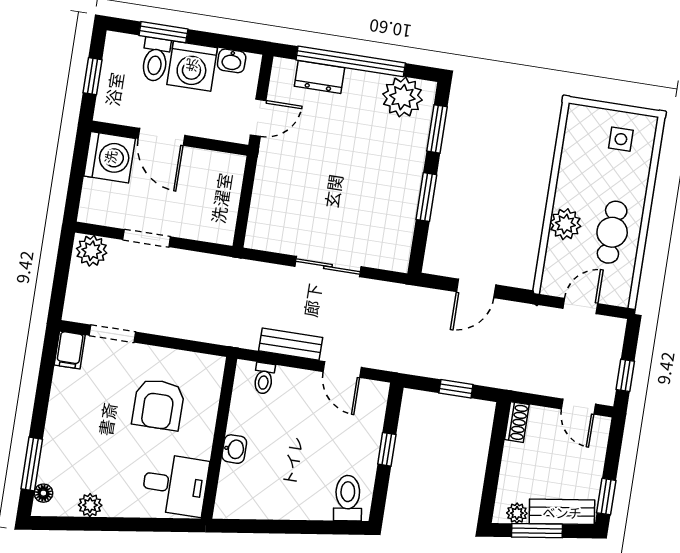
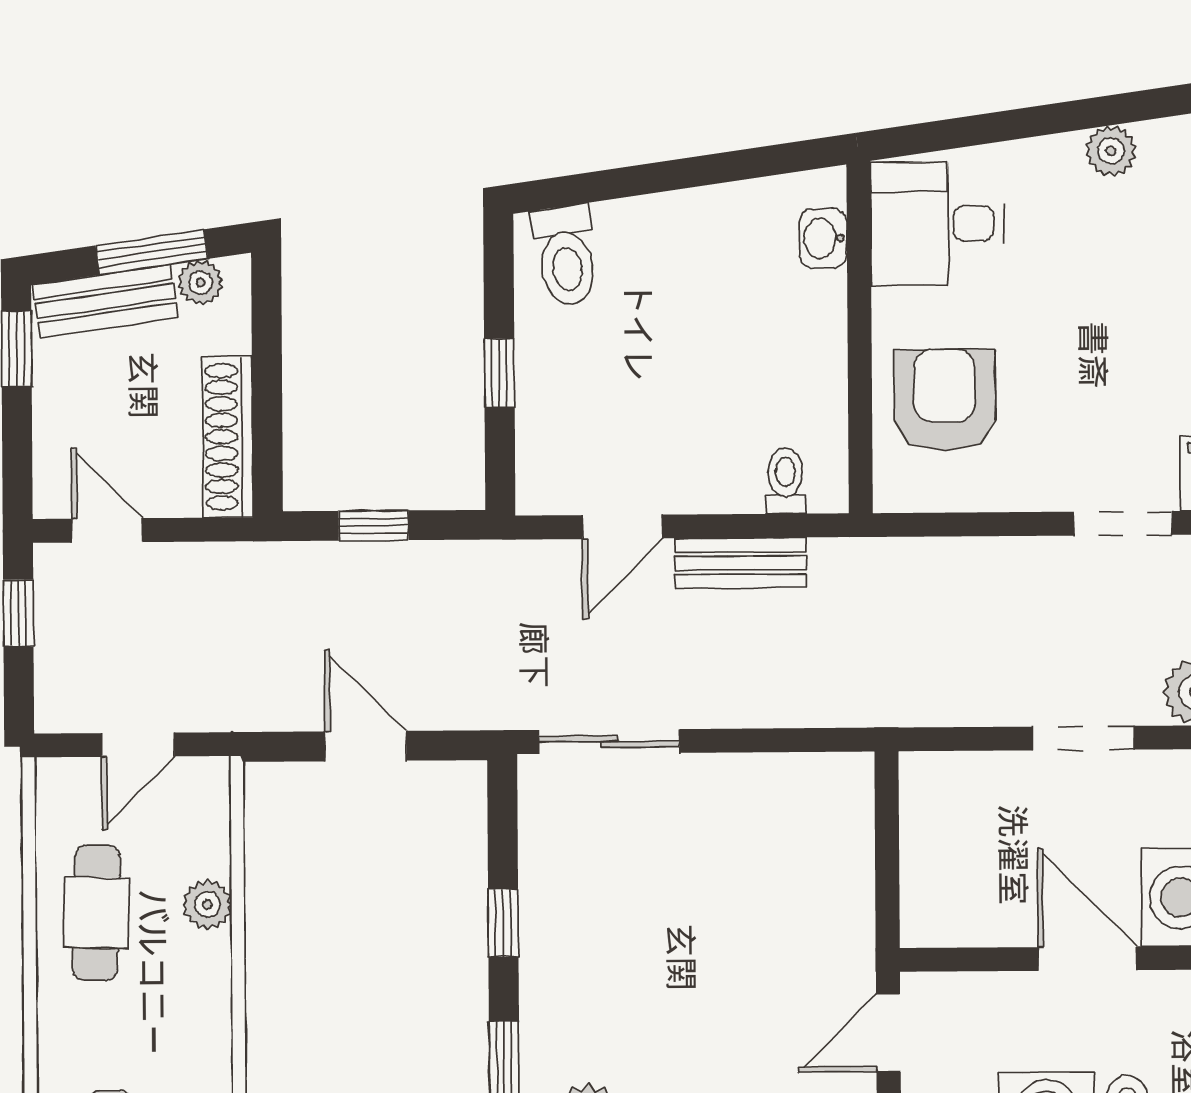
window: (426, 197) -> (503, 923), width x0.67
plant: (565, 224) -> (207, 905), width x0.73, depth x0.73
sliding door: (328, 267) -> (609, 741), moved
door: (476, 288) -> (366, 746), hinge flipped
door: (342, 370) -> (622, 527), swing flipped
armchair: (158, 404) -> (945, 400), moved
shoe rack: (517, 422) -> (228, 437), width x1.94, depth x1.24
washbasin: (234, 449) -> (823, 238), moved

